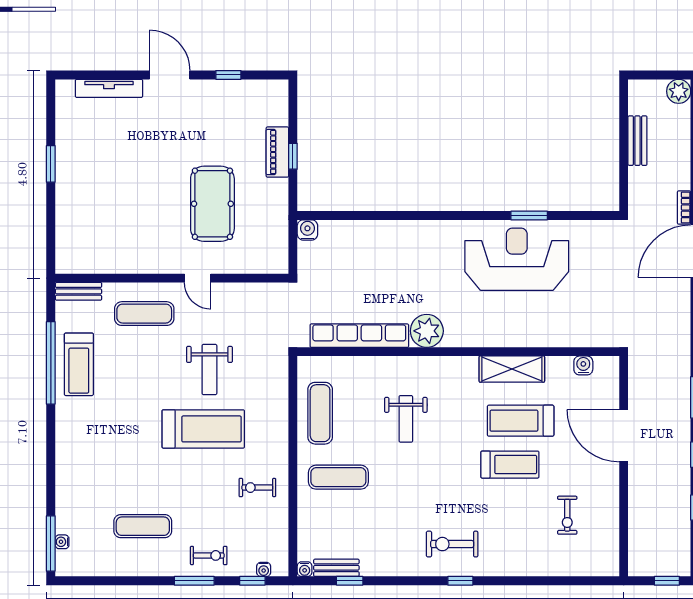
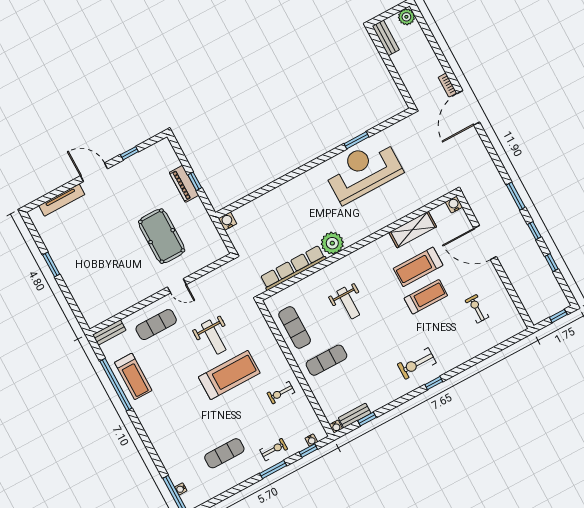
bench: (637, 141) -> (386, 38), moved
water cooler: (583, 365) -> (454, 205), moved
shelving: (512, 369) -> (413, 230), moved
exercise bike: (567, 515) -> (477, 309), turned 180

